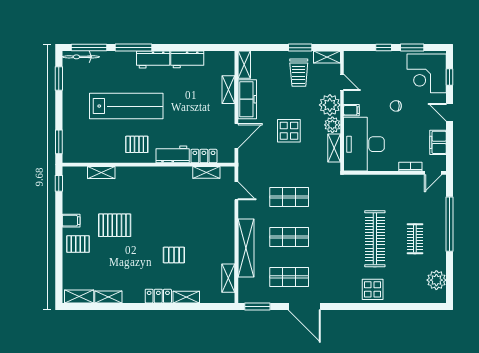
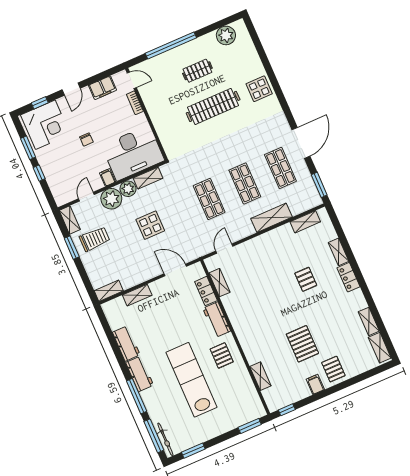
freezer: (247, 99) -> (138, 275), removed
shelving: (246, 248) -> (272, 218), width x0.68

